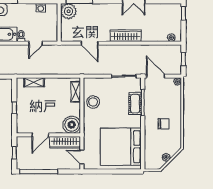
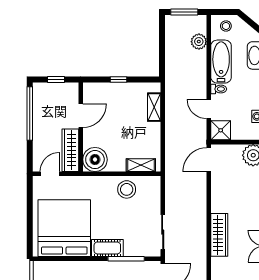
shower: (51, 35) -> (221, 130), added
door: (90, 43) -> (209, 160), moved
cot: (135, 104) -> (107, 248), moved
door: (40, 135) -> (81, 116), swing flipped

